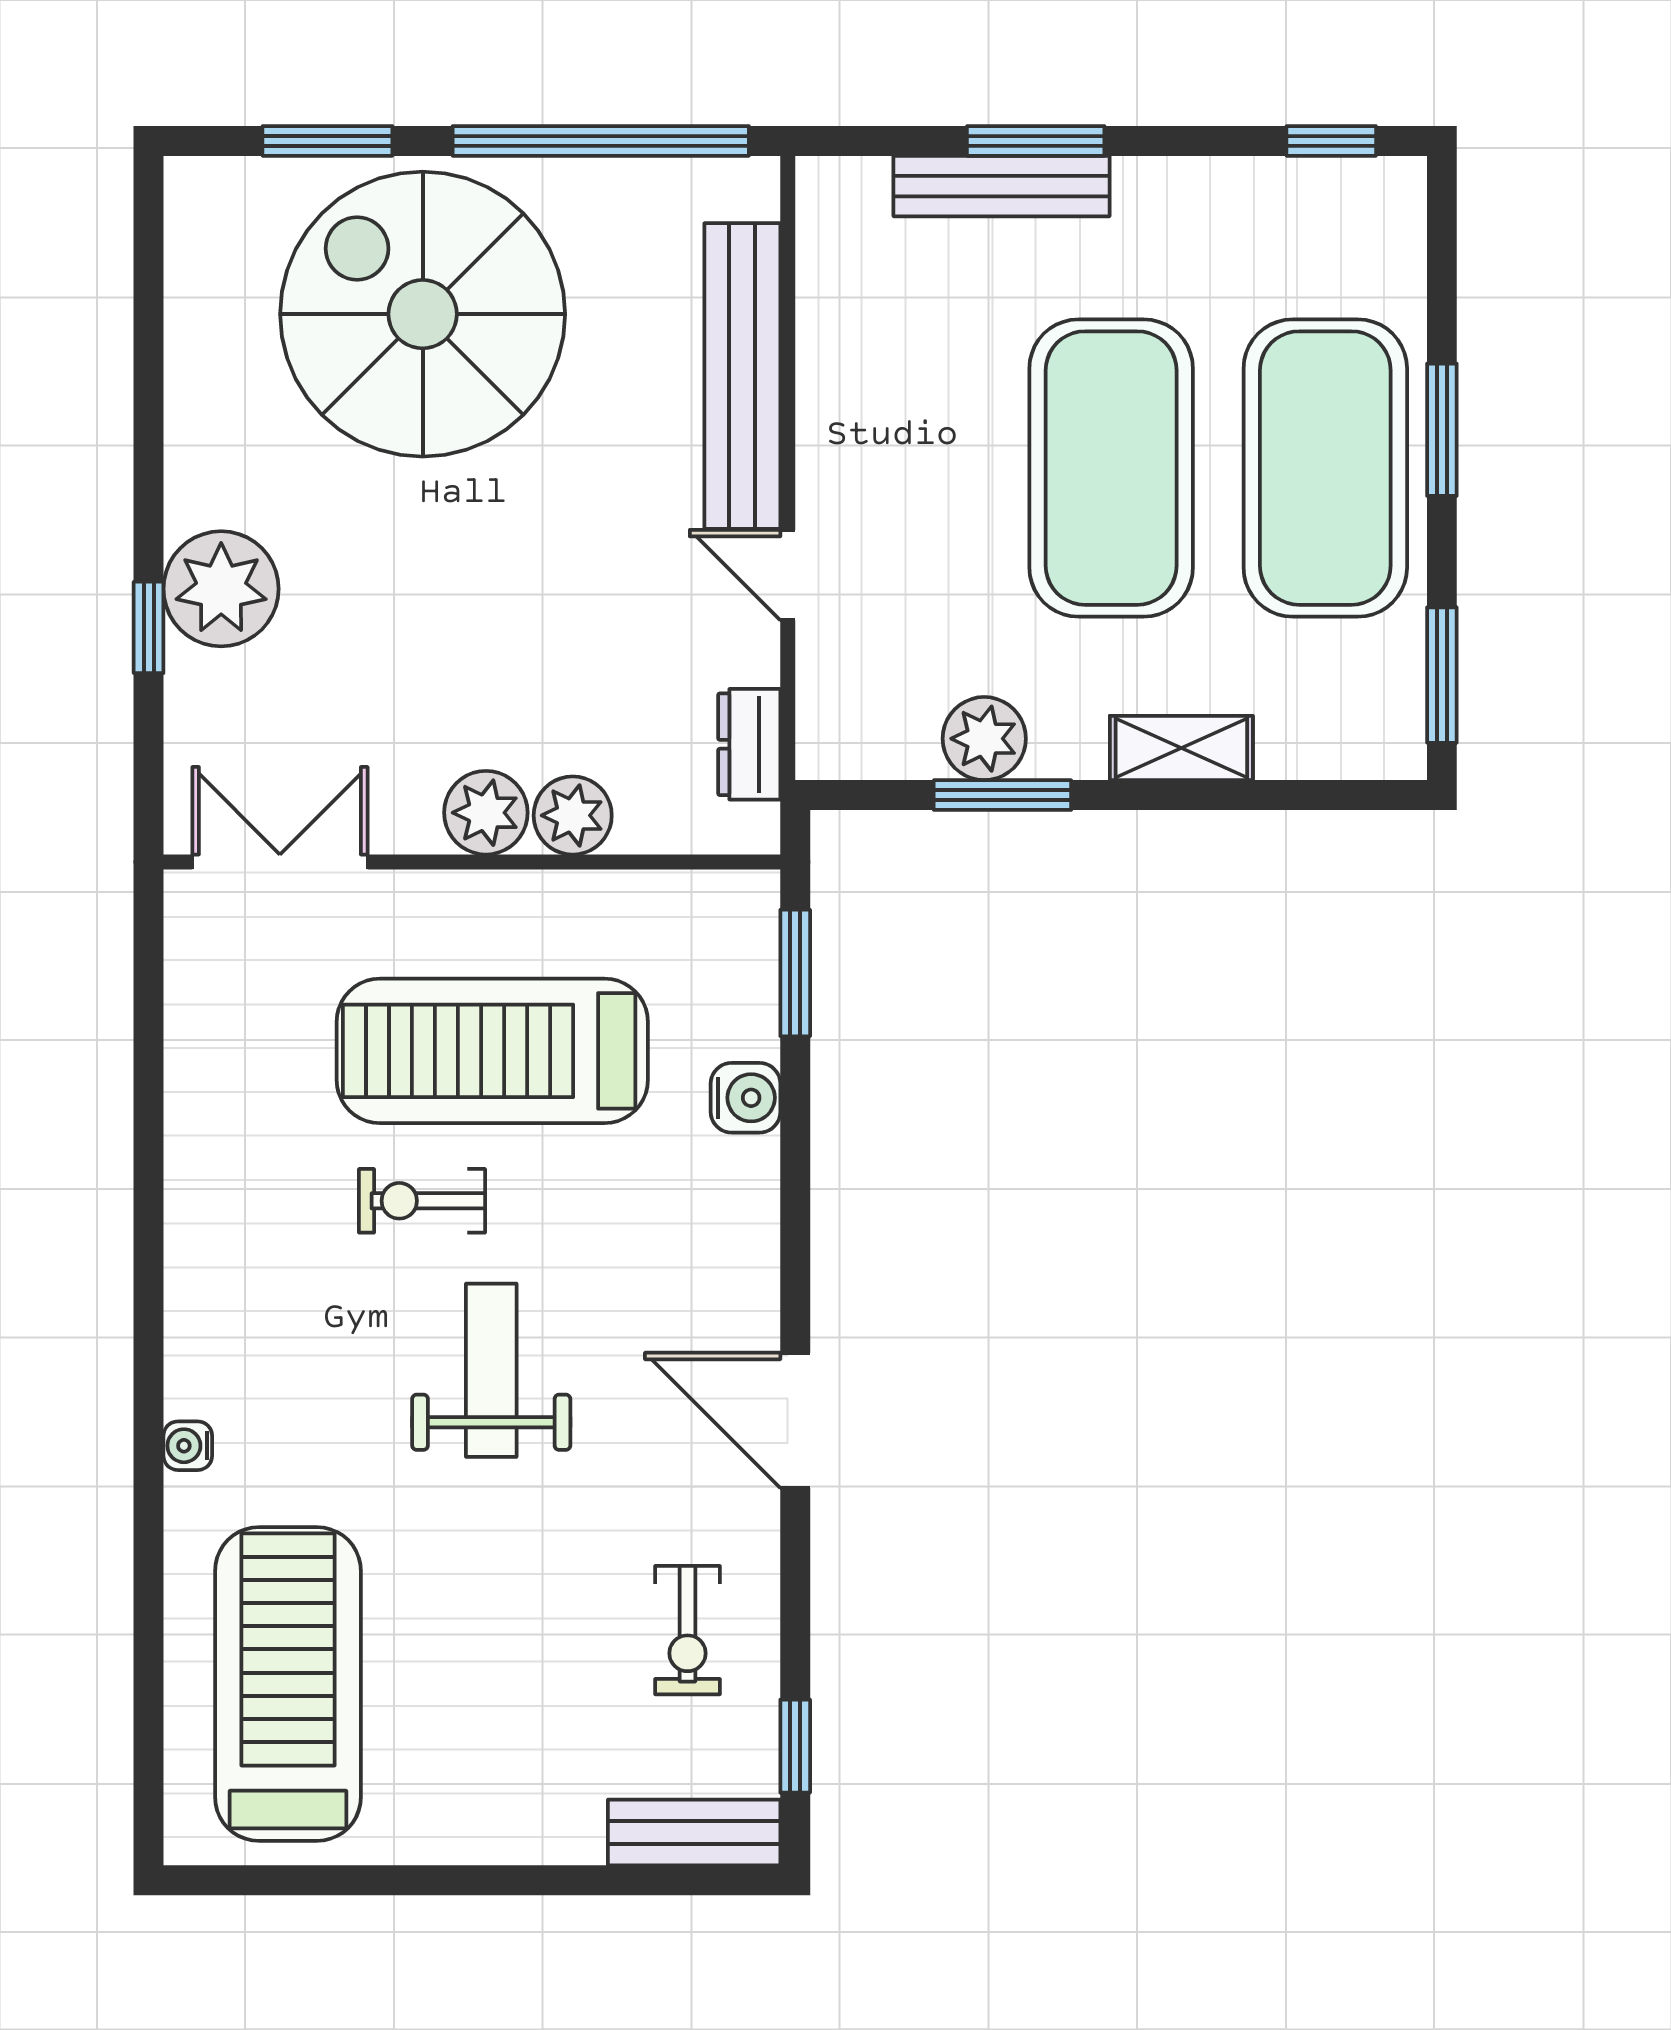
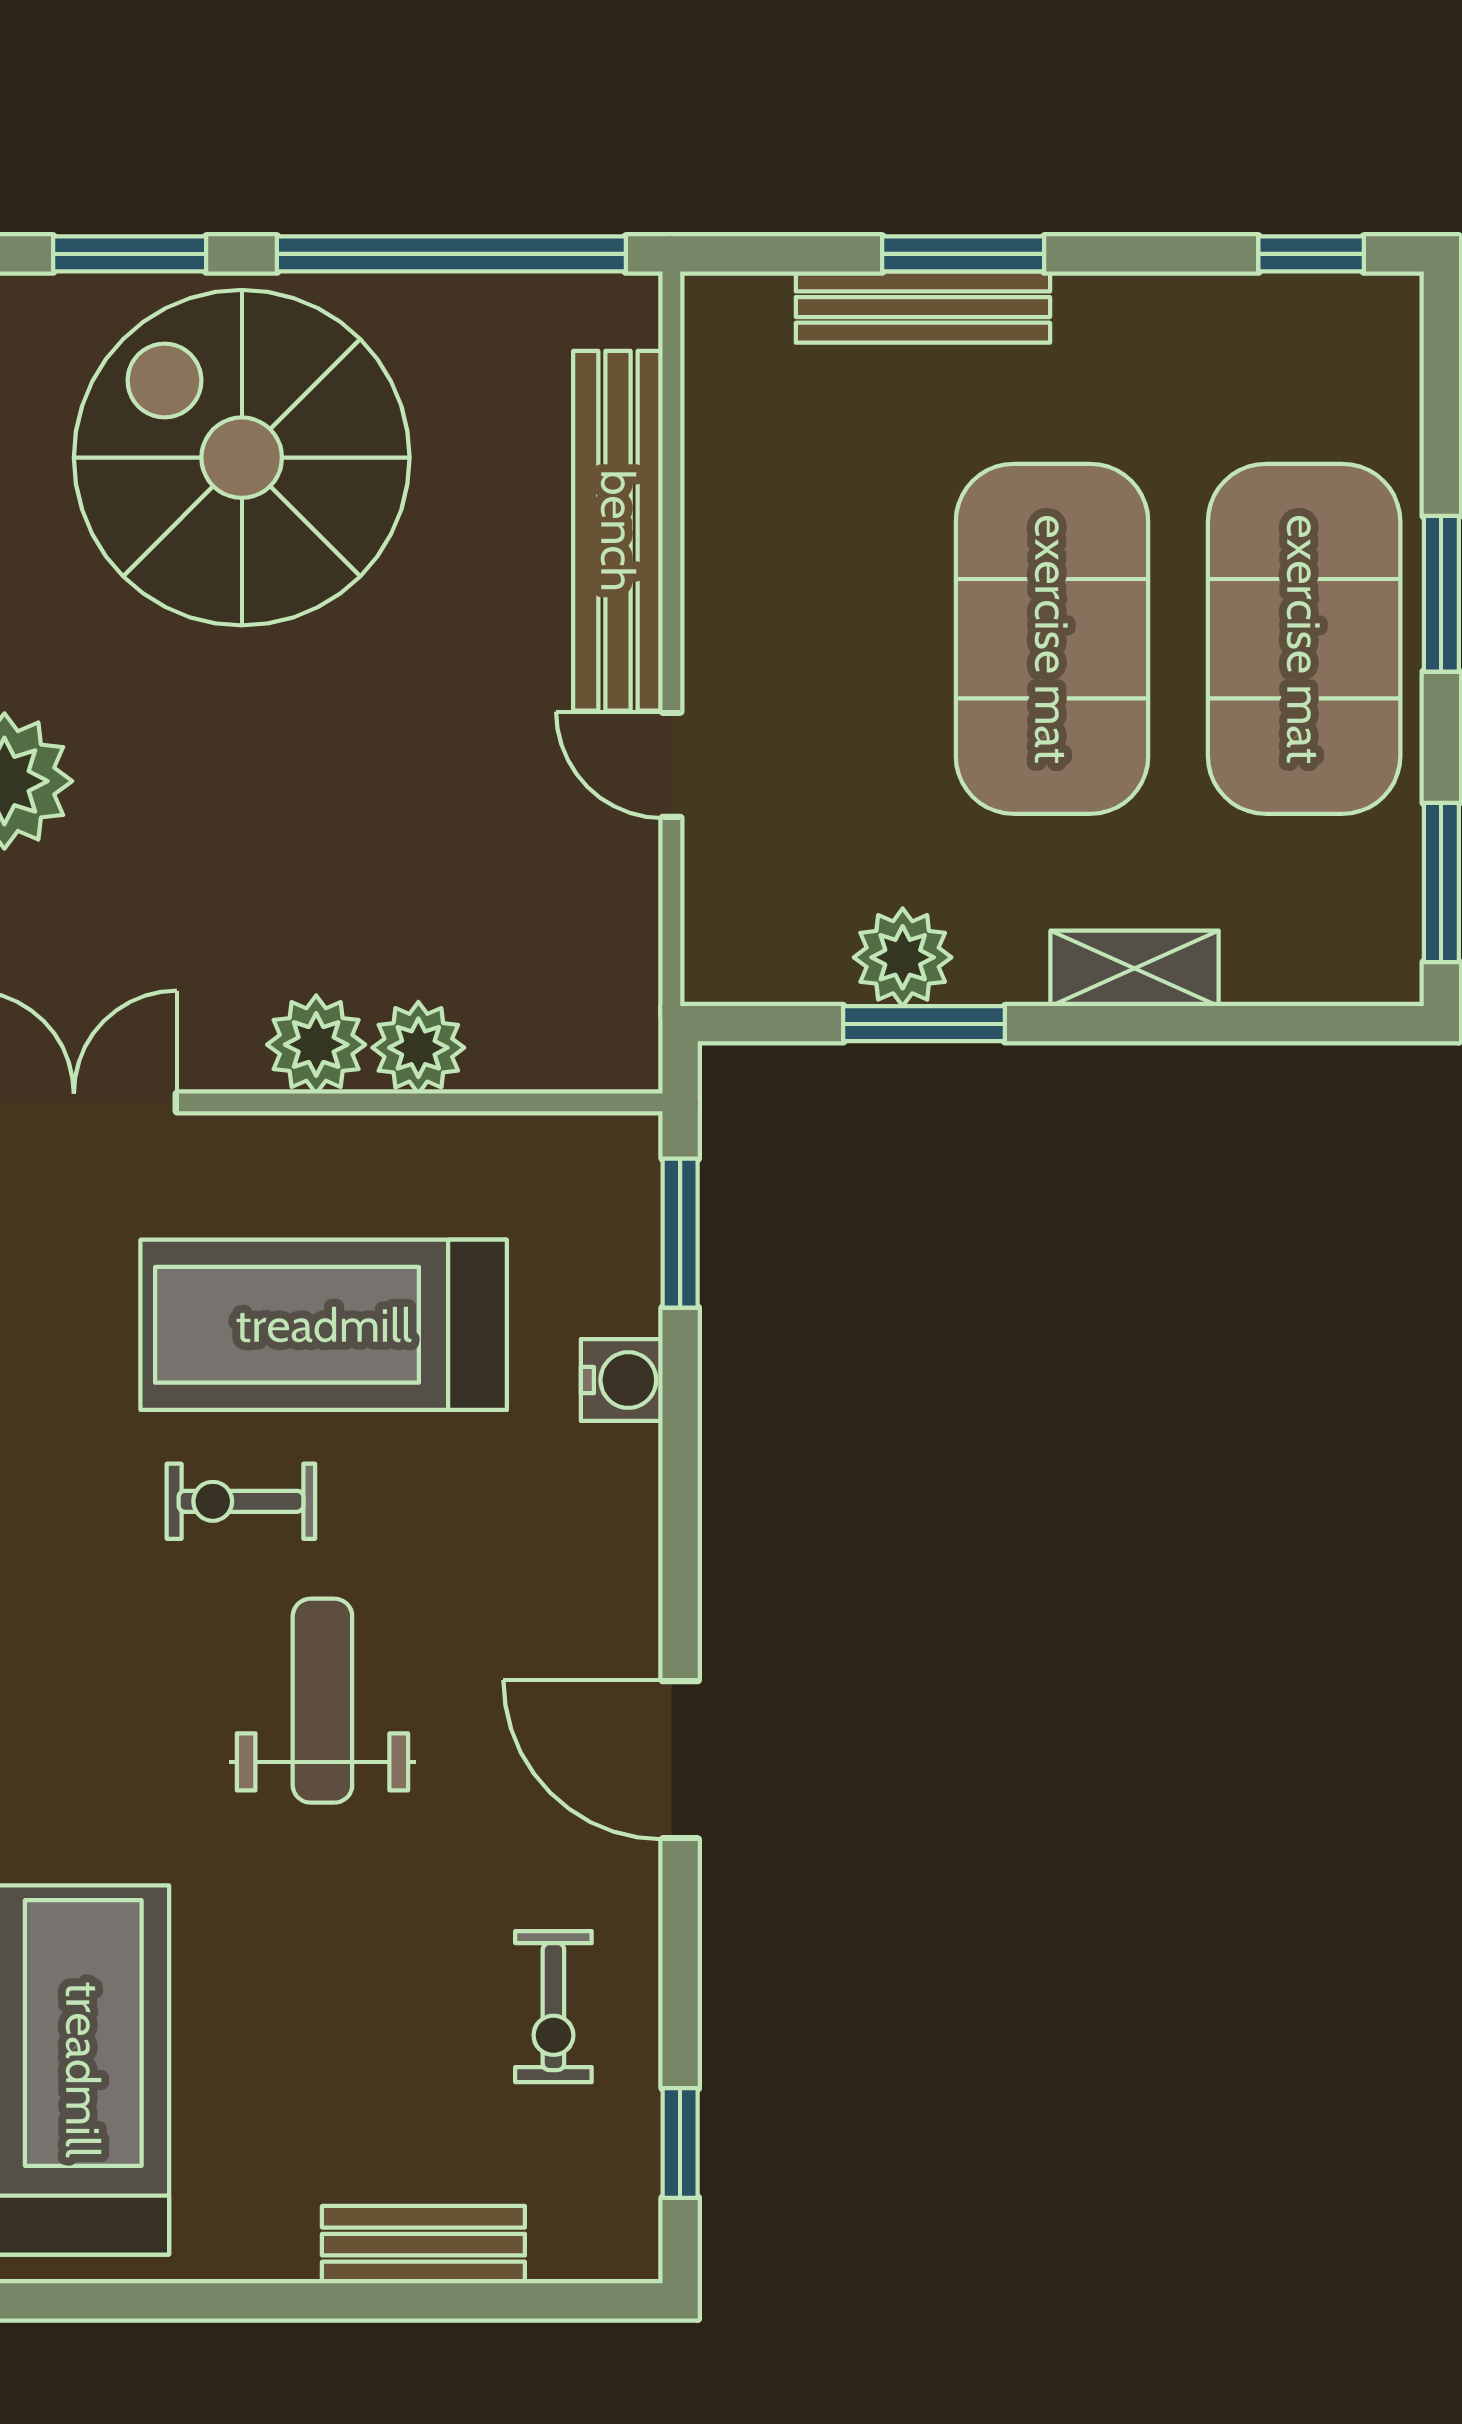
dresser: (749, 744) -> (626, 964), removed
bench: (694, 1832) -> (423, 2245), moved

